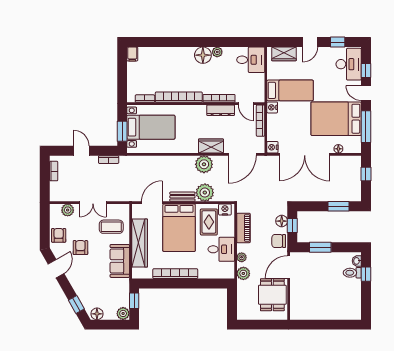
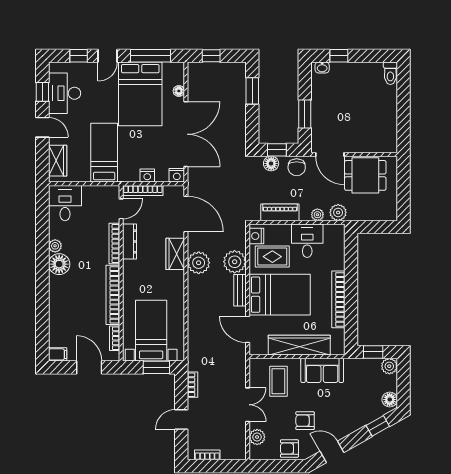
desk: (349, 64) -> (65, 93), moved, turned -90
door: (122, 79) -> (89, 367), added
nightstand: (272, 107) -> (147, 176), moved
toilet: (352, 273) -> (390, 73), moved

